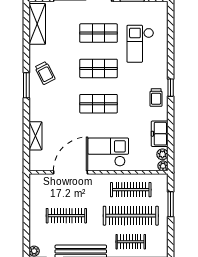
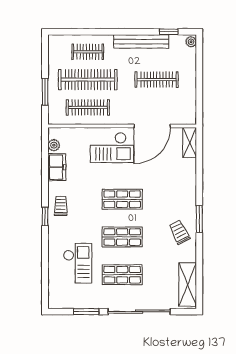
shelving: (35, 136) -> (190, 143), moved
plant: (163, 166) -> (53, 133), removed

